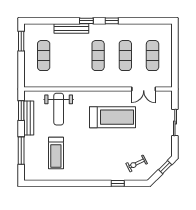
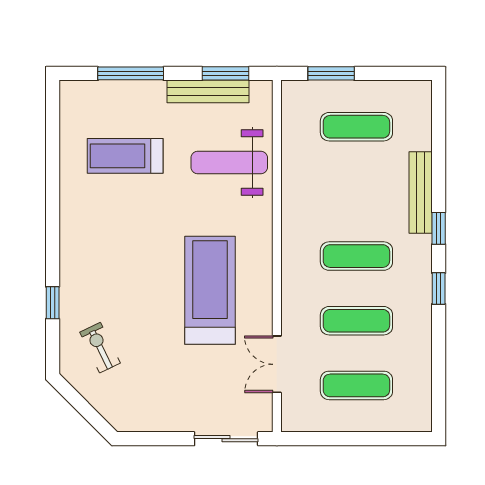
window: (21, 41) -> (331, 73), moved
treadmill: (113, 117) -> (210, 290), turned 180
sliding door: (175, 123) -> (226, 439), moved
window: (165, 167) -> (91, 415), removed

